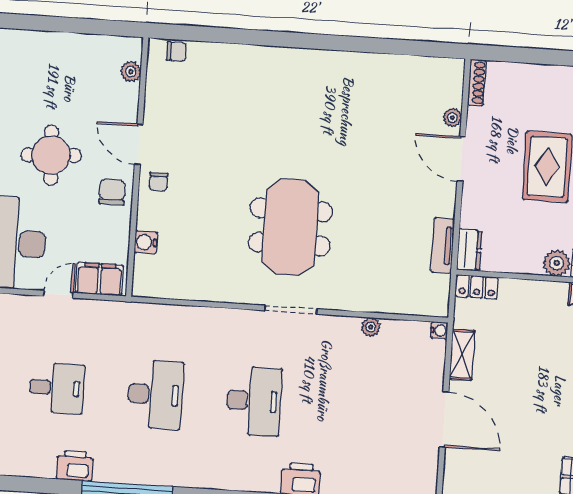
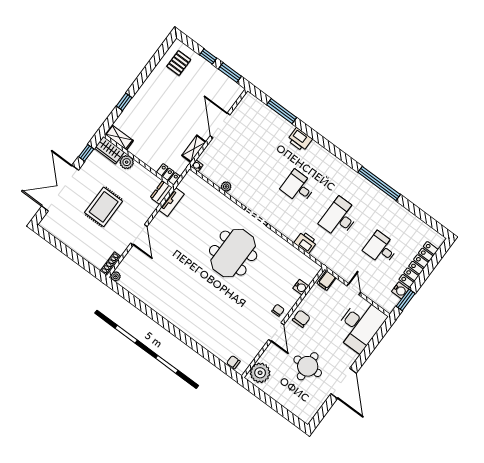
plant: (131, 72) -> (260, 373), width x1.88, depth x1.88
plant: (452, 118) -> (116, 276), moved
round table: (51, 155) -> (308, 366), moved
chair: (112, 192) -> (301, 319), turned 180
filing cabinet: (99, 279) -> (327, 281), width x0.50
door: (58, 294) -> (354, 289), swing flipped
desk: (254, 401) -> (298, 187), width x0.73
printer: (75, 466) -> (306, 242), moved, turned 180

